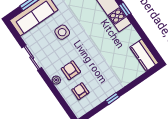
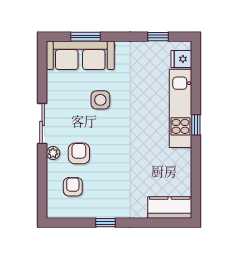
kitchen counter: (144, 55) -> (170, 208), moved, turned 90
sliding door: (32, 58) -> (42, 123), moved

